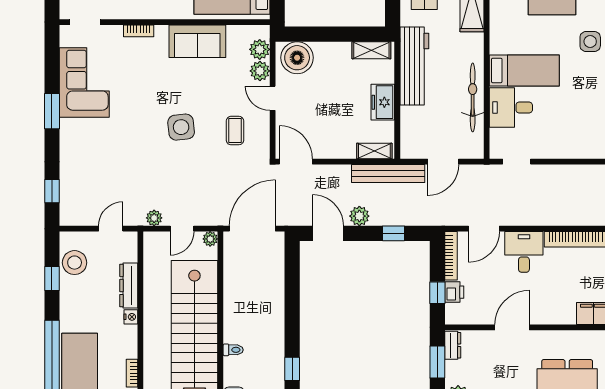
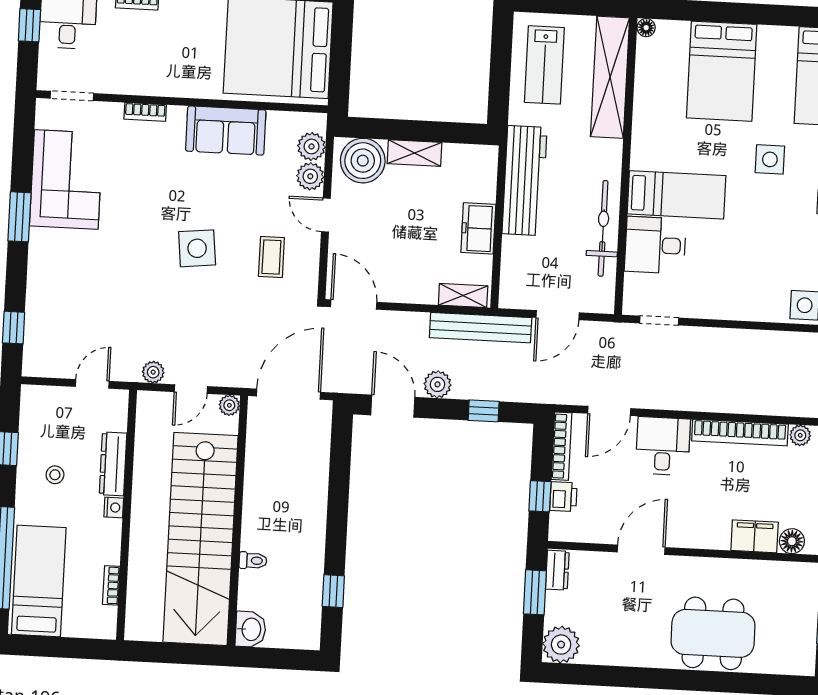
shelving: (371, 50) -> (414, 153), moved
stool: (75, 263) -> (55, 475), moved, width x0.53, depth x0.53

